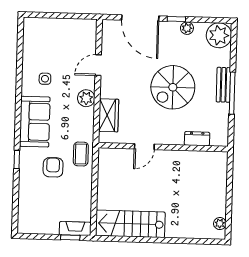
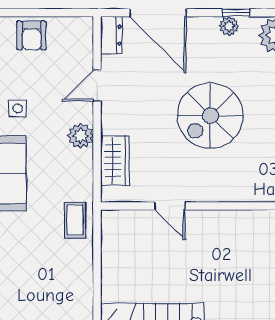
window: (176, 19) -> (236, 13), moved
dresser: (197, 139) -> (111, 35), moved, turned 90
door: (144, 147) -> (170, 206), hinge flipped
armchair: (53, 167) -> (32, 35), moved, turned 180

